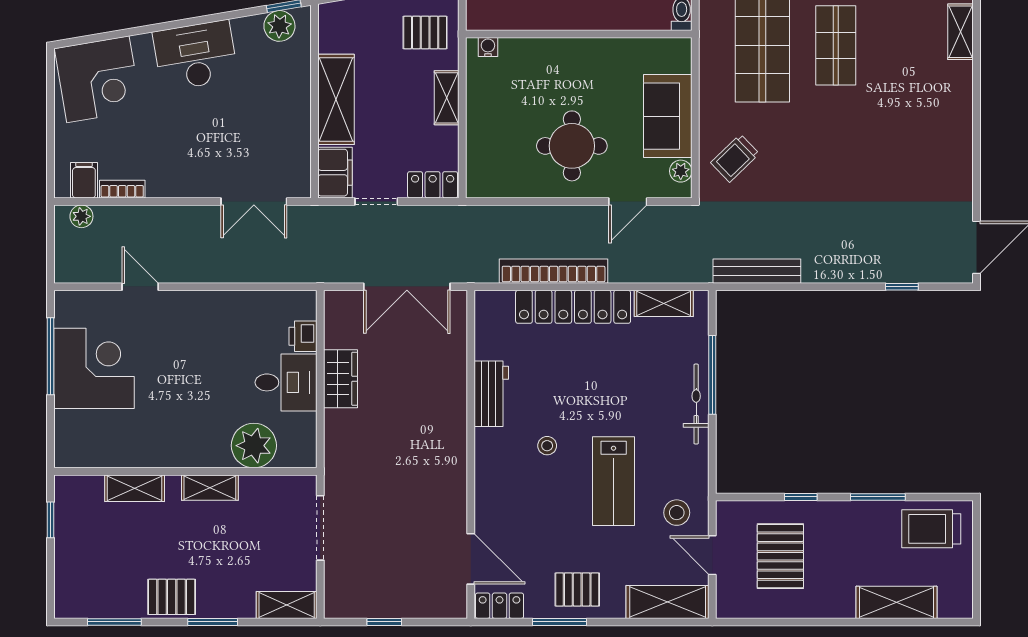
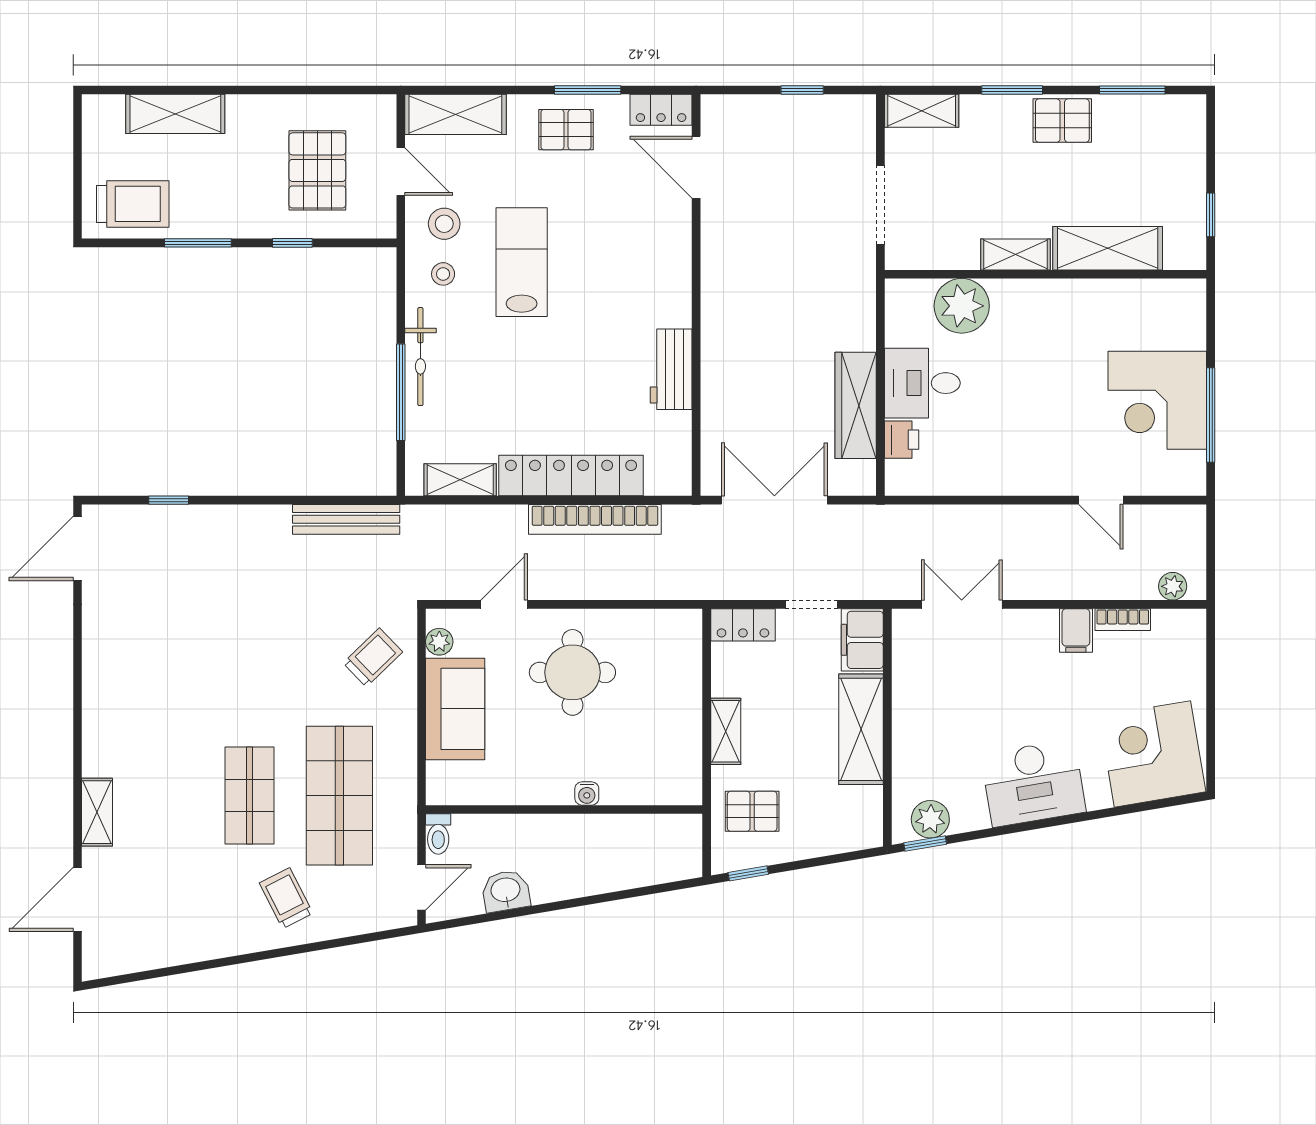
water cooler: (488, 47) -> (587, 794), moved
filing cabinet: (84, 180) -> (1076, 630), moved
wardrobe: (341, 379) -> (856, 405), width x1.50
stool: (547, 446) -> (443, 274), moved
shelving: (135, 488) -> (1108, 248), width x1.50, depth x1.33

